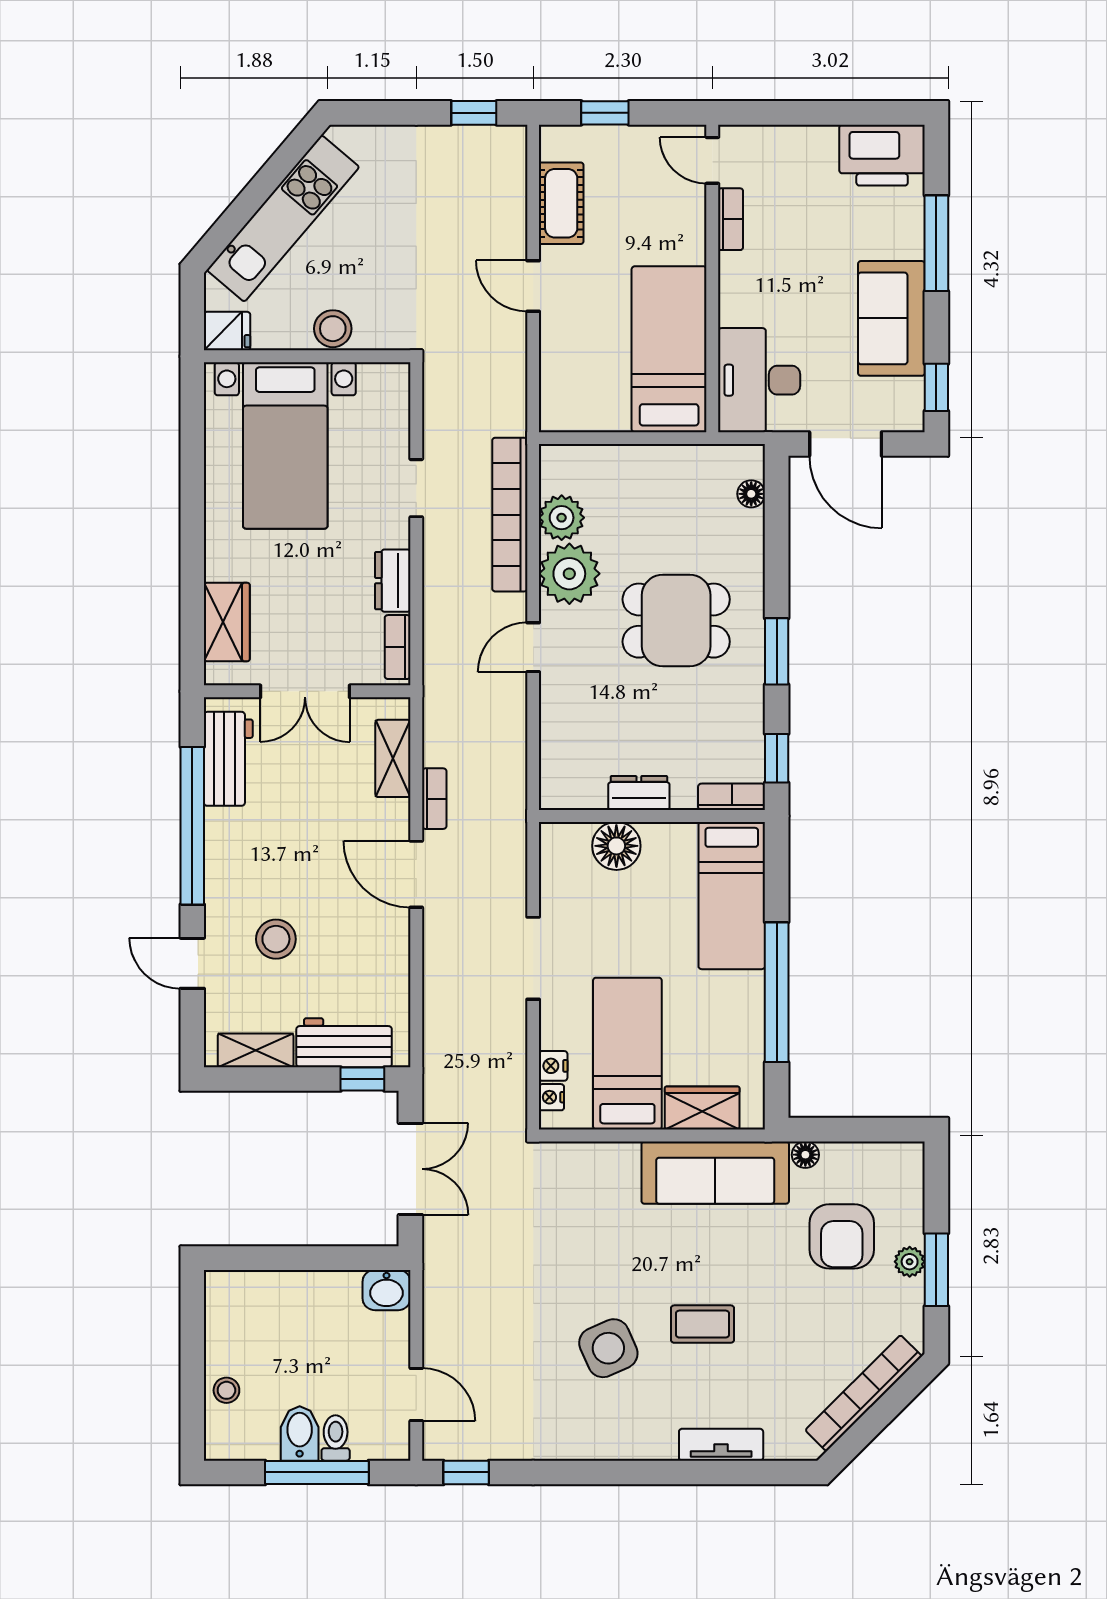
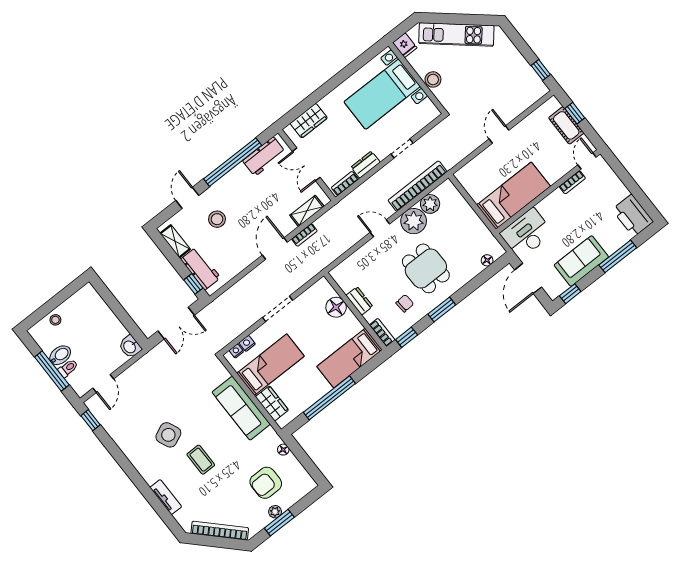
cot: (561, 203) -> (566, 125), moved, turned 90
chair: (710, 711) -> (405, 303), added
sofa: (715, 1173) -> (241, 408), moved

